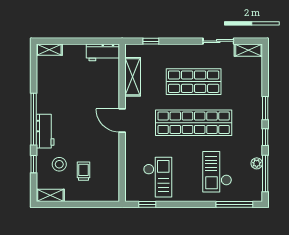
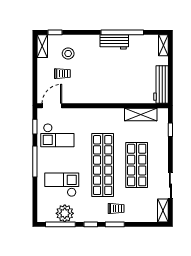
workbench: (103, 52) -> (161, 85), width x1.38
trolley: (246, 106) -> (116, 208), added
window: (34, 119) -> (122, 32), moved
door: (122, 120) -> (52, 106), moved
workbench: (45, 131) -> (114, 42), moved
plant: (257, 163) -> (65, 213), width x1.88, depth x1.88
window: (34, 164) -> (55, 32), moved
window: (234, 204) -> (35, 161), moved

